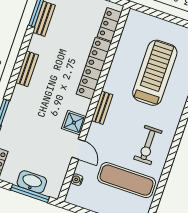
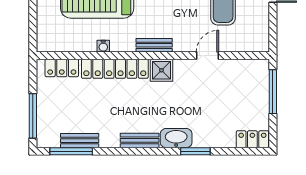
shower: (74, 123) -> (161, 70), moved
water cooler: (77, 180) -> (103, 46), moved
washbasin: (32, 182) -> (176, 138), moved, turned 90

